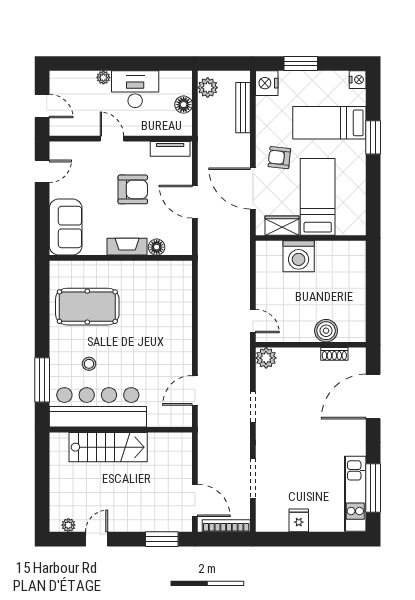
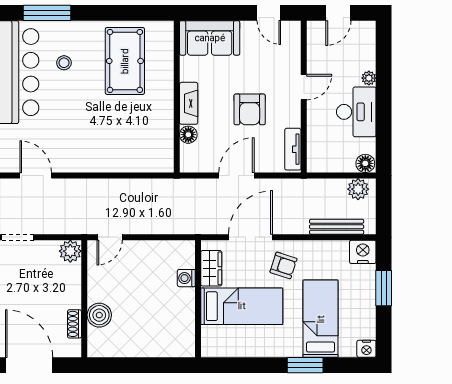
floor lamp: (184, 105) -> (365, 163), moved
armchair: (279, 158) -> (283, 265), turned 102
washing machine: (299, 256) -> (186, 278), width x0.53, depth x0.53

